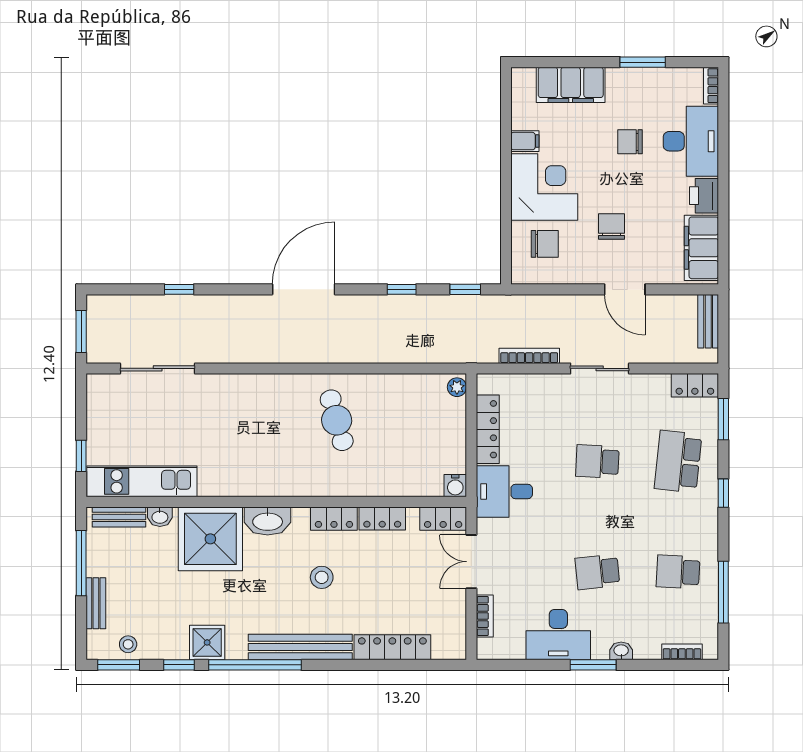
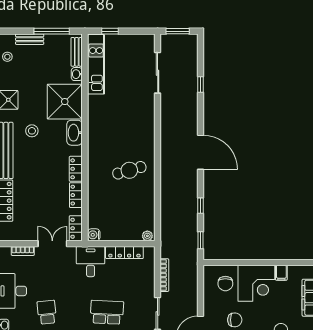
school desk: (597, 461) -> (107, 312), width x1.85
stool: (322, 577) -> (32, 131), moved

